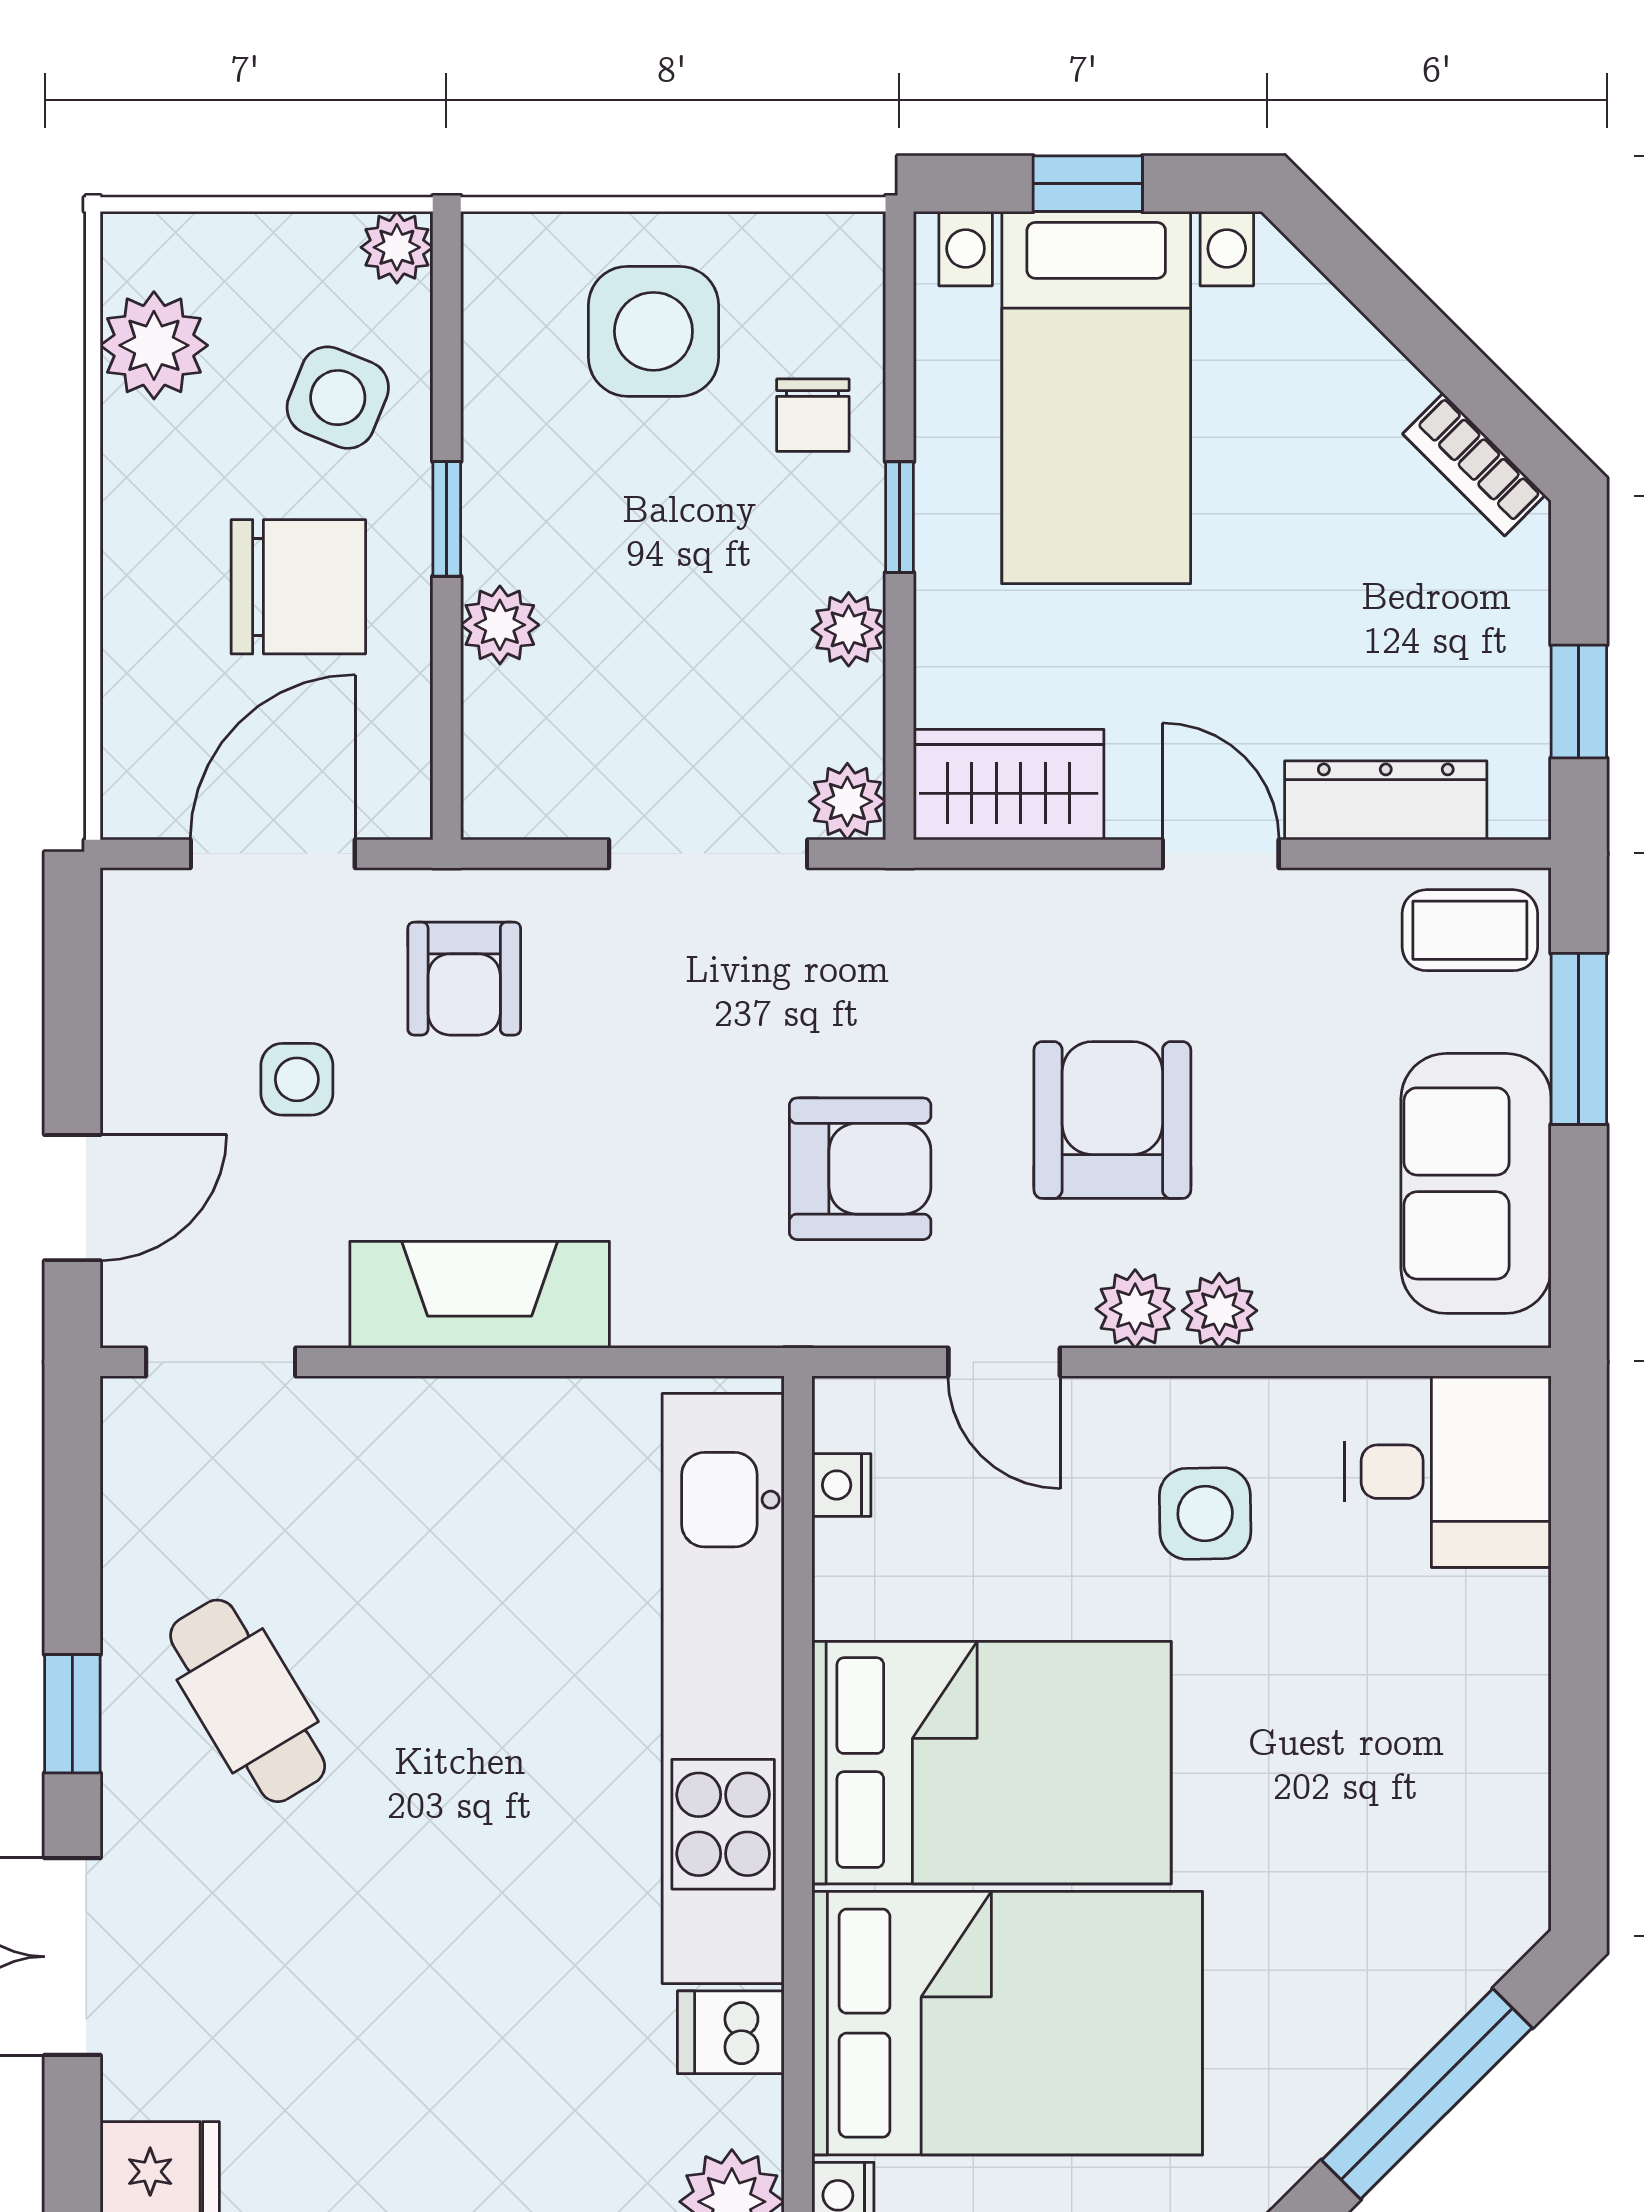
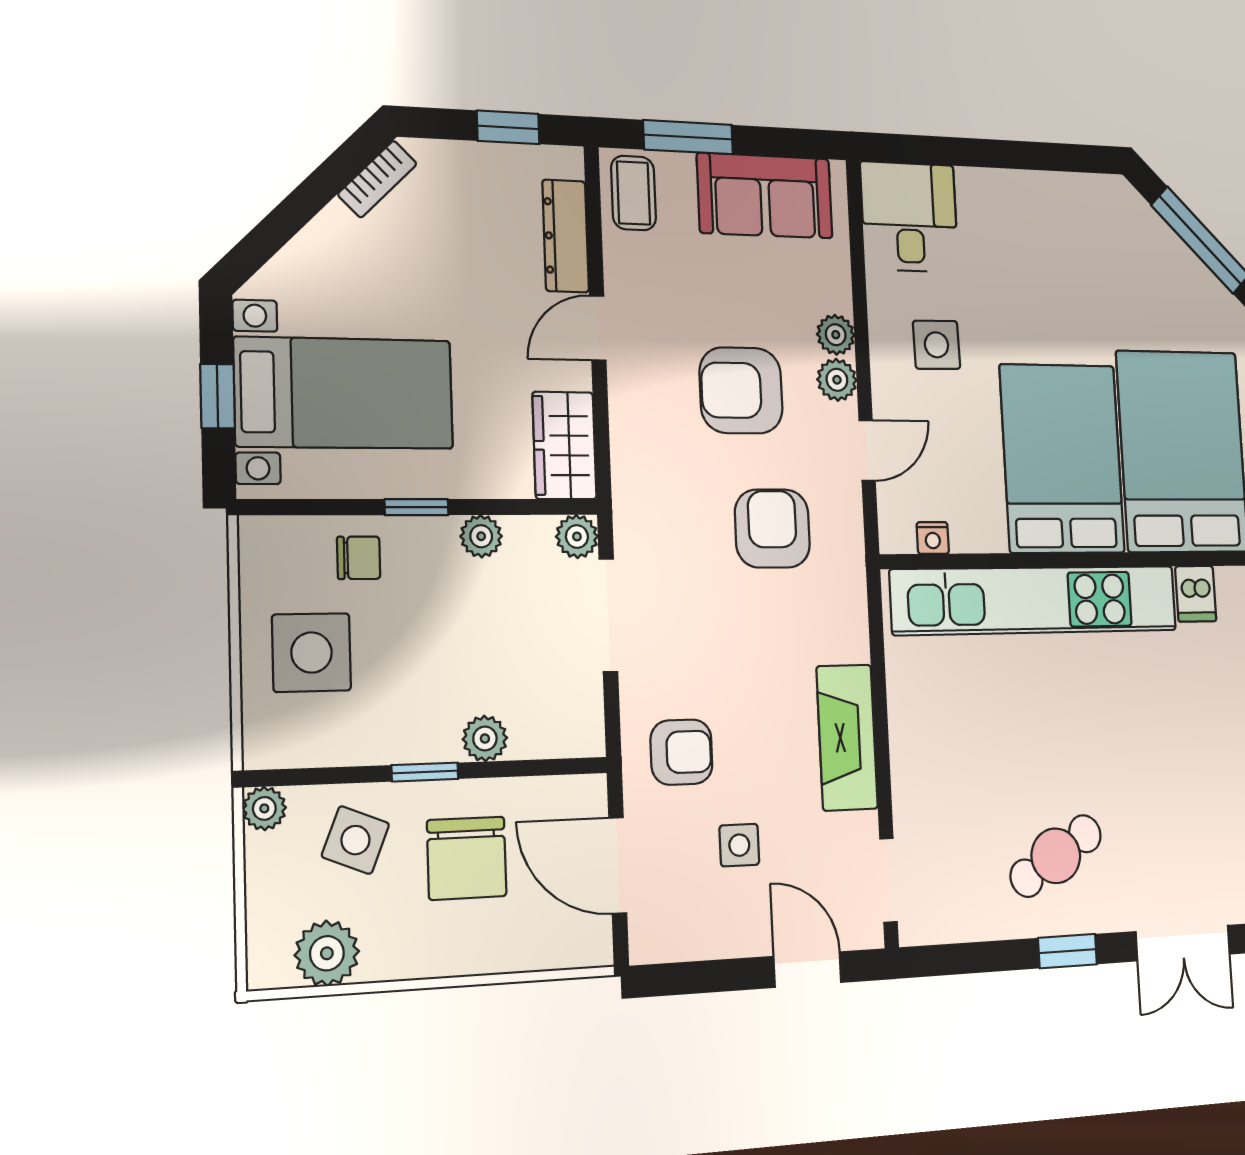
chair: (298, 587) -> (467, 858), turned 180

